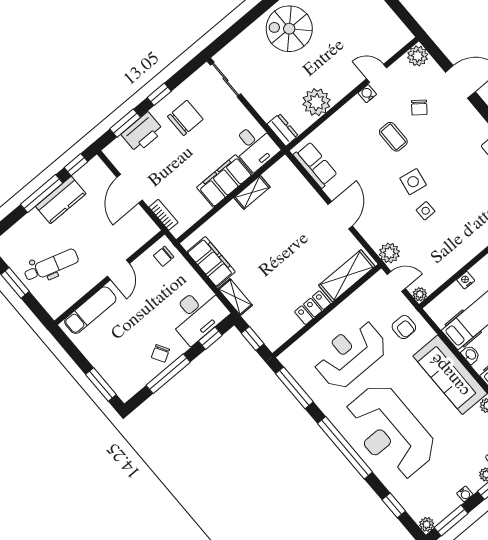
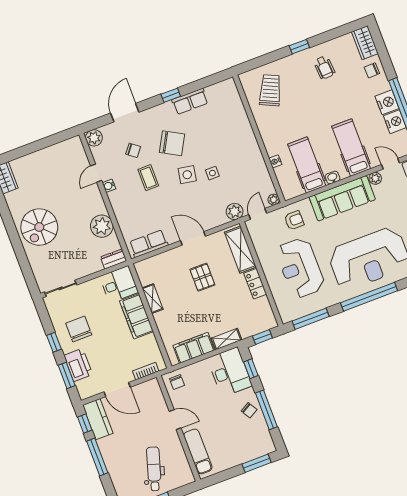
coffee table: (393, 137) -> (148, 178), turned 90
chair: (444, 150) -> (172, 143), added
kitchen counter: (61, 200) -> (98, 419), moved
pallet: (298, 242) -> (202, 277), added

